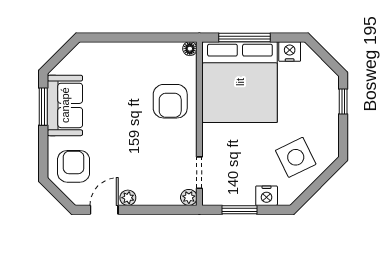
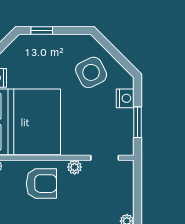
plant: (189, 197) -> (75, 167), moved

